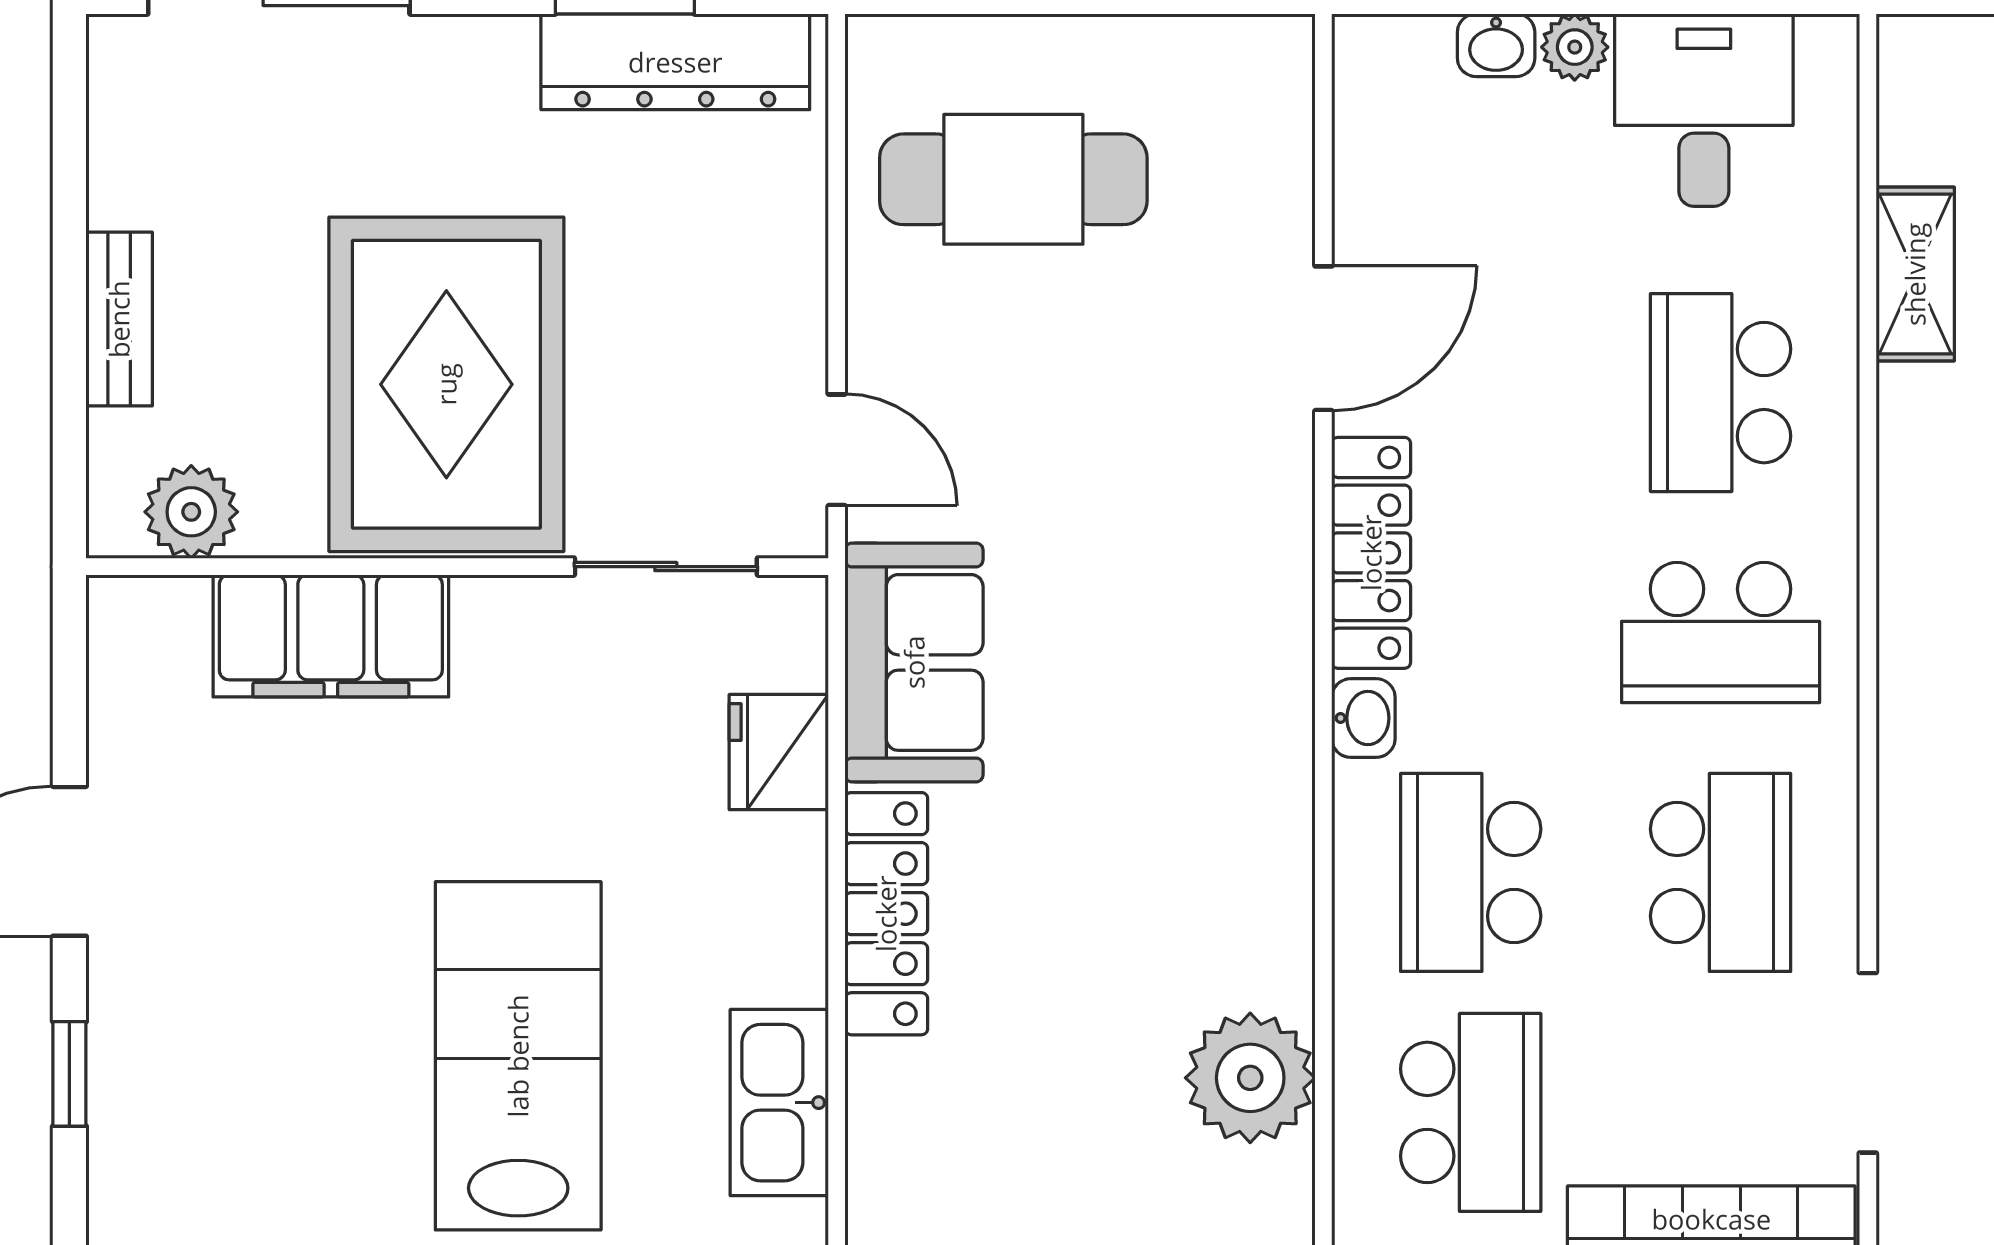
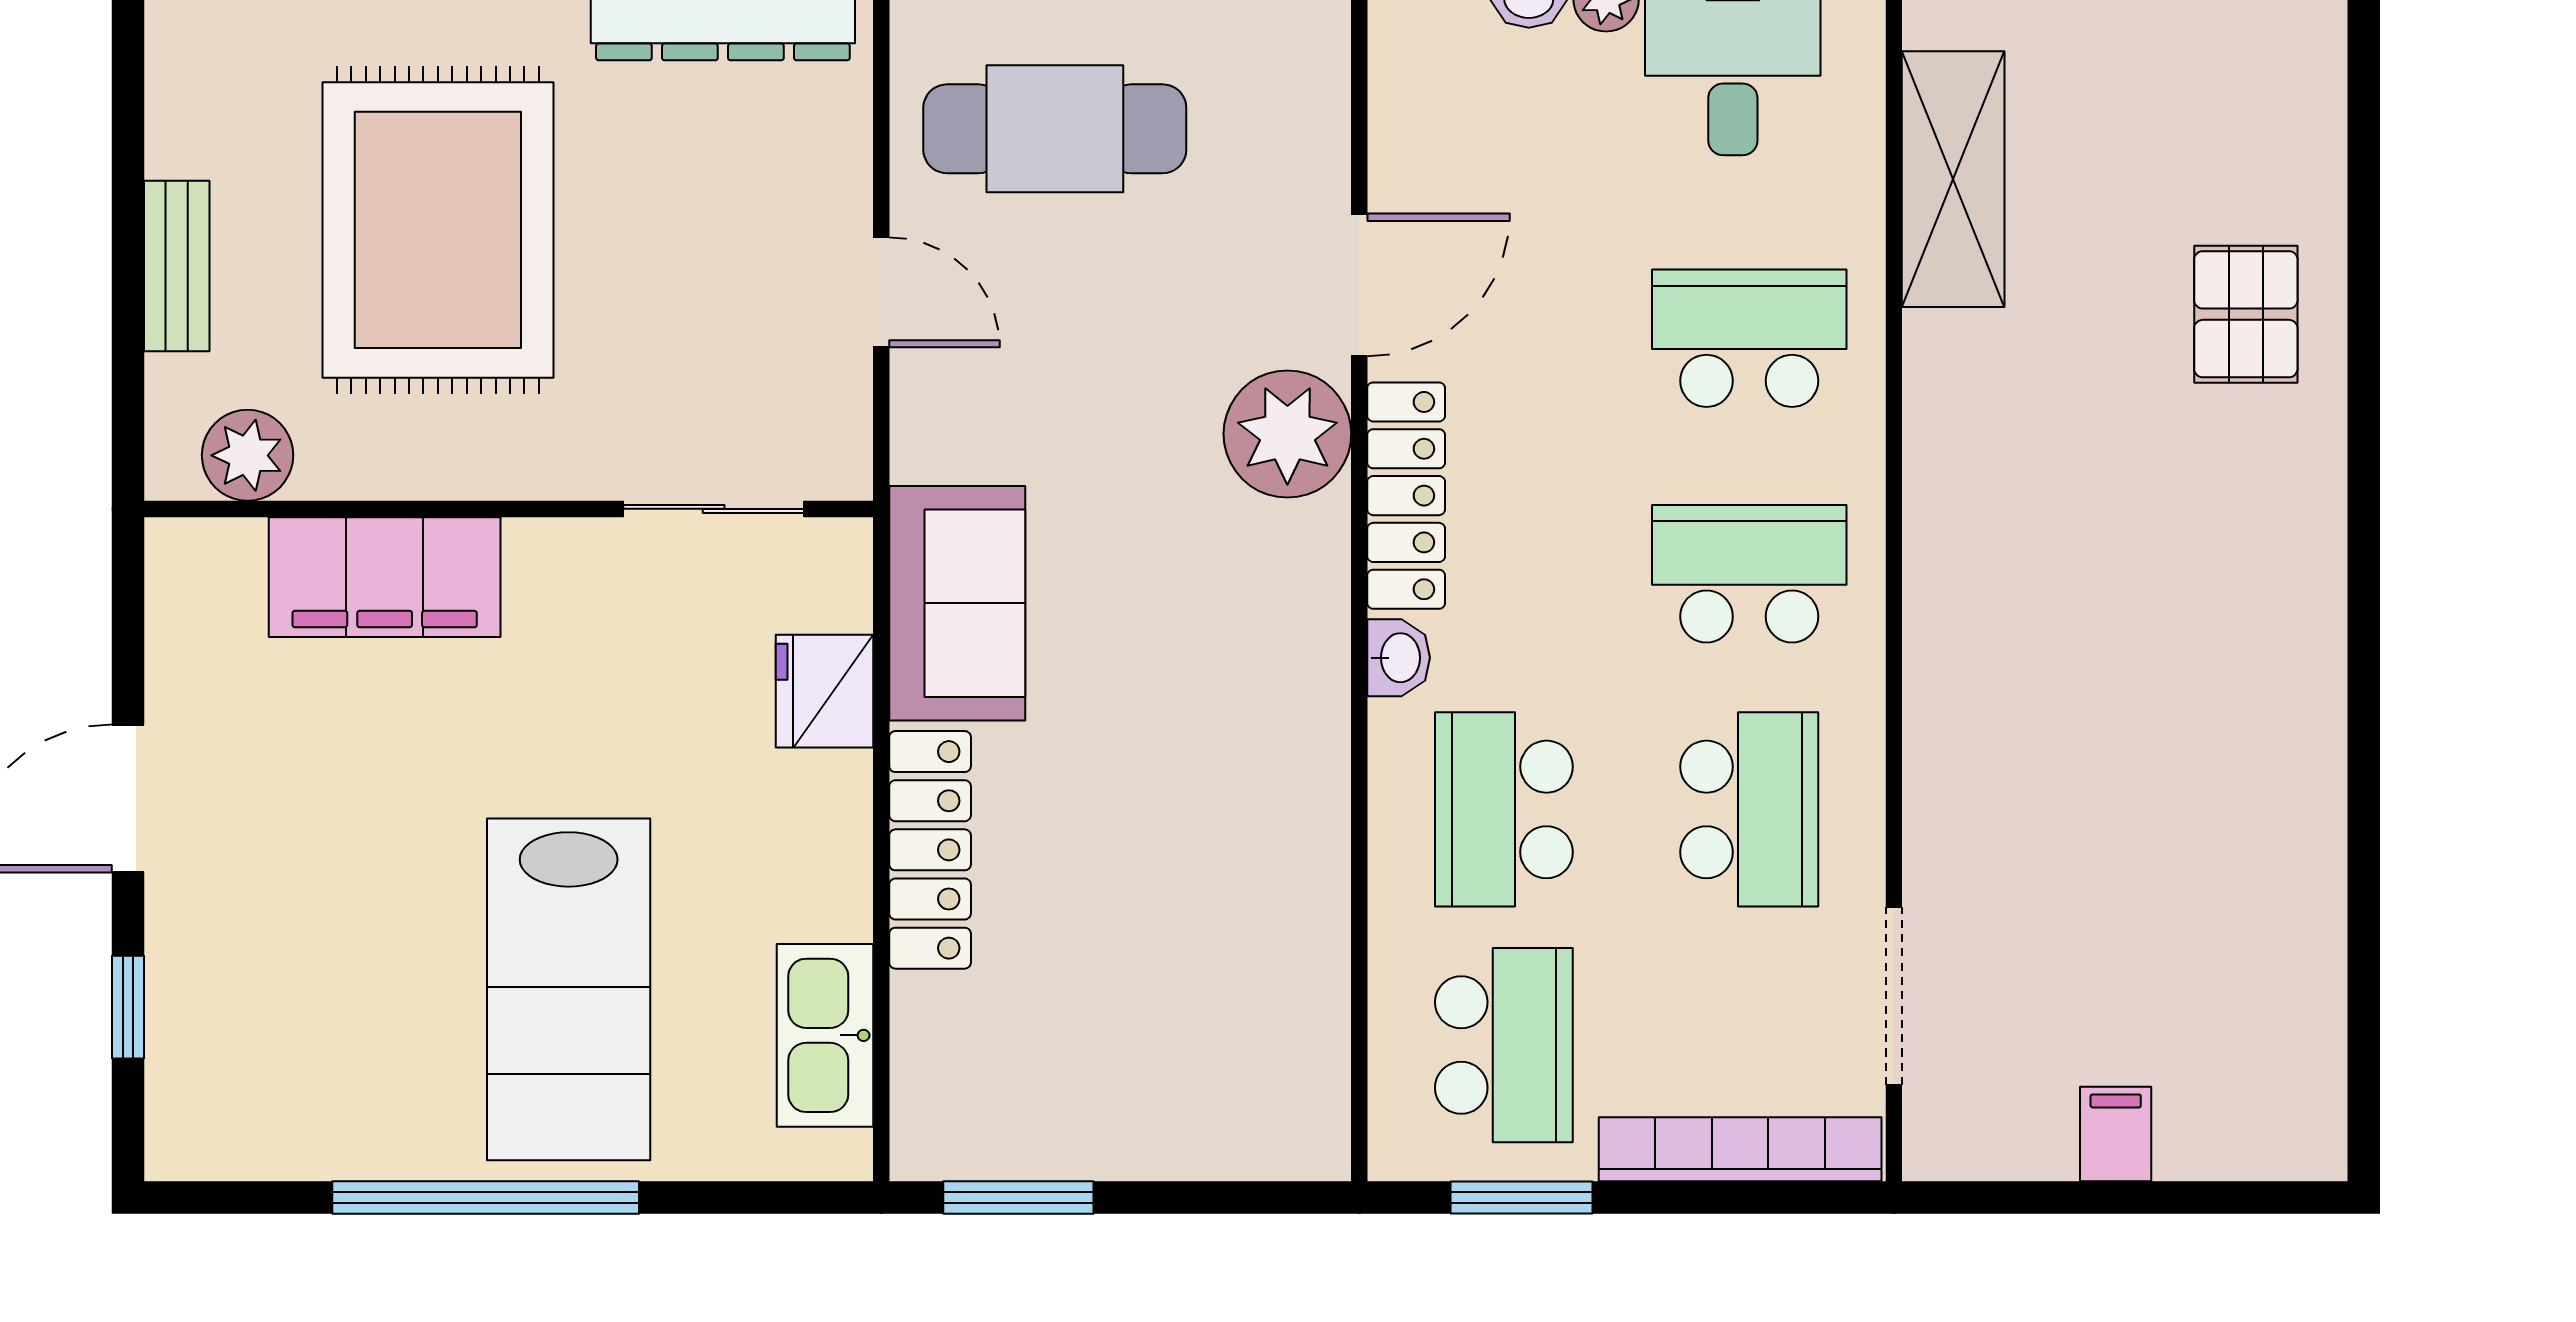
shelving: (1915, 274) -> (1953, 179), width x1.50, depth x1.33
rug: (446, 384) -> (438, 230), moved
school desk: (1721, 393) -> (1749, 338), turned 90
door: (837, 450) -> (881, 292), moved
school desk: (1721, 633) -> (1749, 574), turned 180
lab bench: (518, 1056) -> (569, 989), turned 180
plant: (1250, 1078) -> (1287, 434), moved

